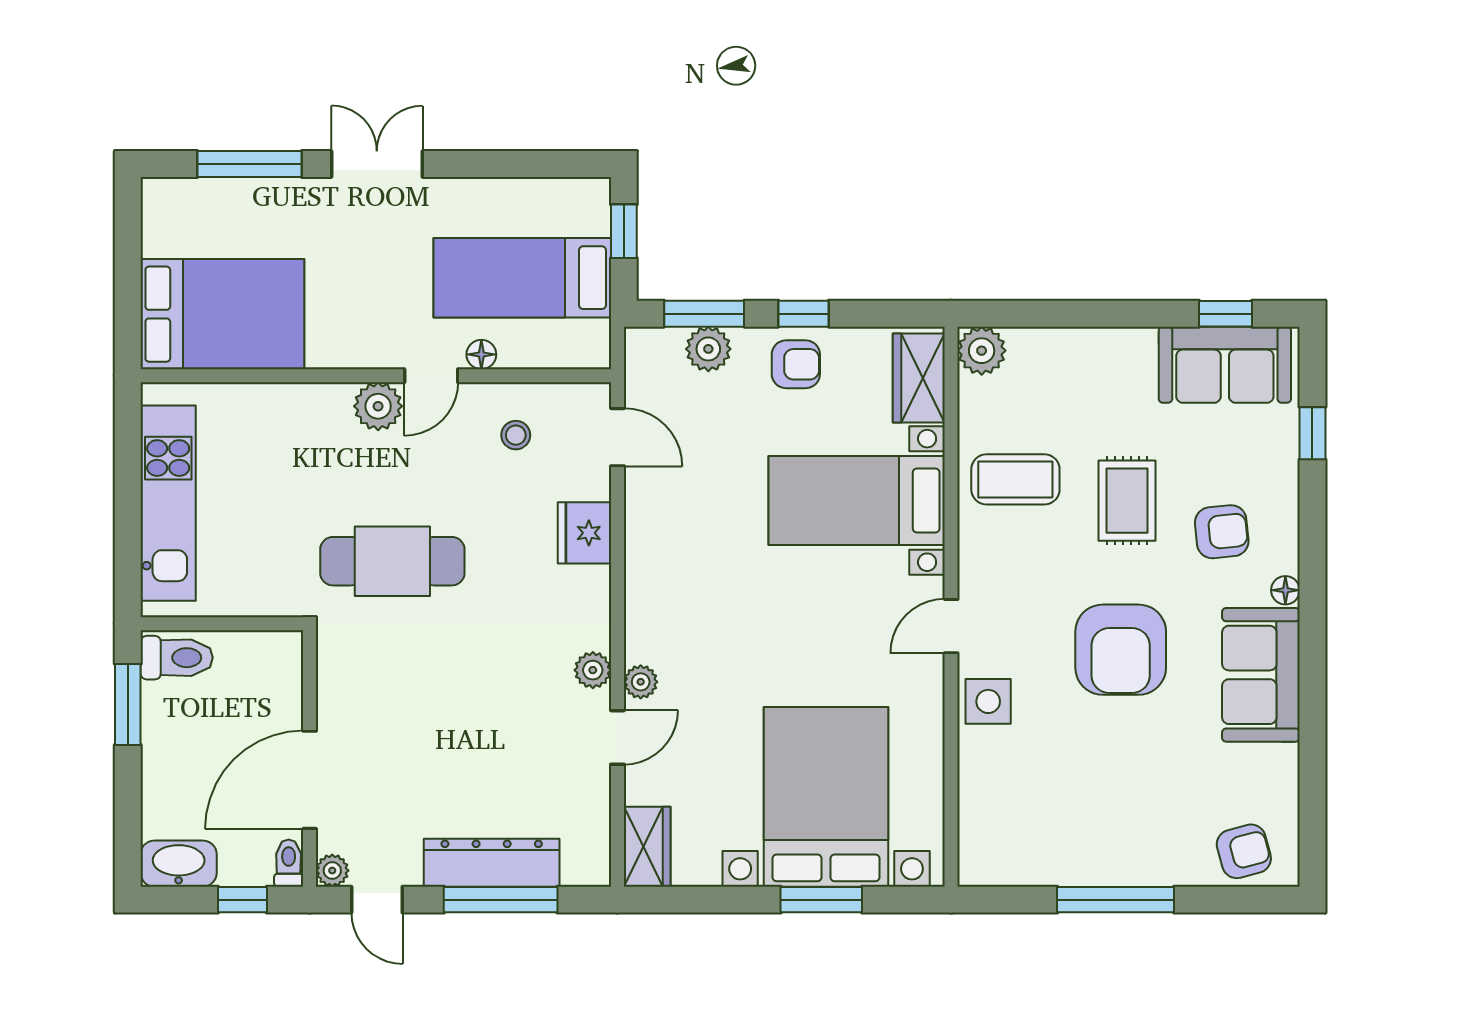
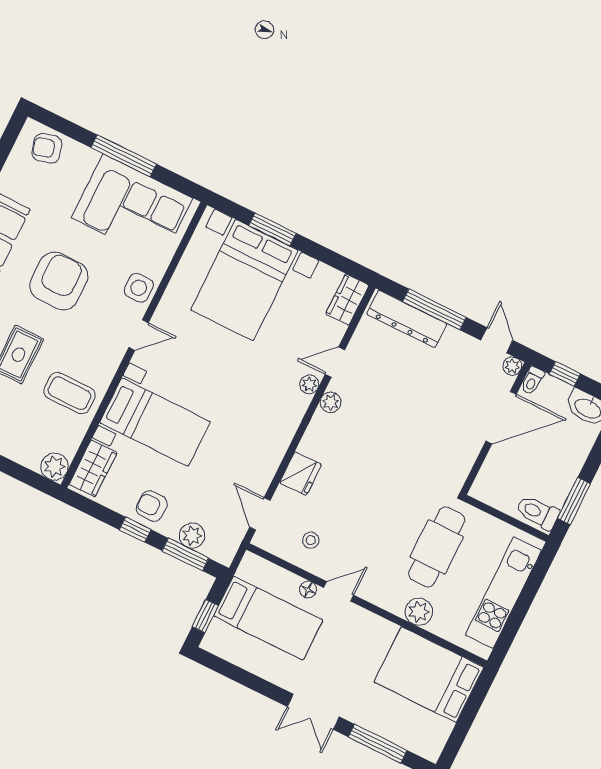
plant: (378, 406) -> (419, 612), moved
cafe table: (392, 561) -> (437, 547), moved, turned 90
corner sofa: (1062, 823) -> (132, 208), added
dresser: (492, 863) -> (407, 319), moved

